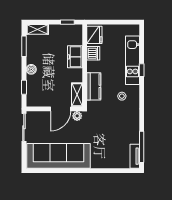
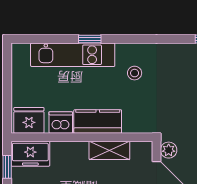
freezer: (75, 57) -> (30, 154), moved
kitchen counter: (94, 86) -> (98, 121), moved
shelving: (77, 95) -> (109, 150), moved

